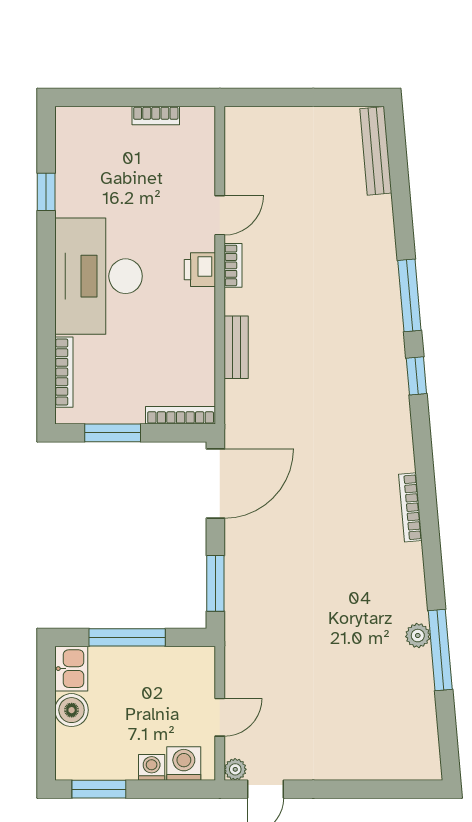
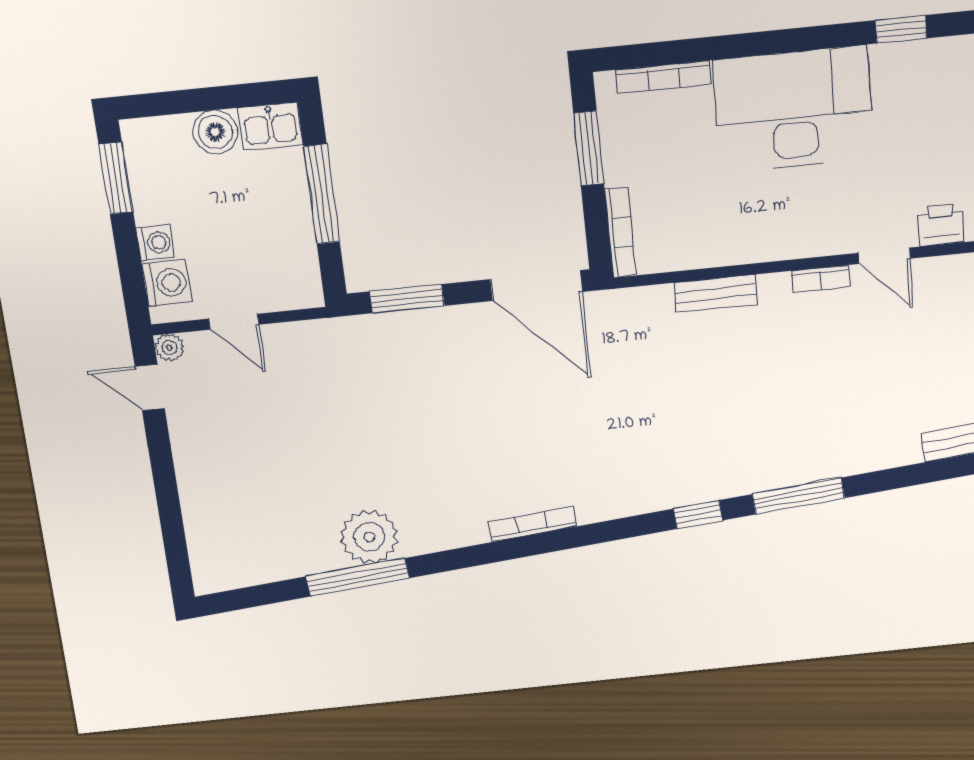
printer: (200, 270) -> (941, 225), moved
plant: (418, 636) -> (369, 537), width x1.88, depth x1.88

